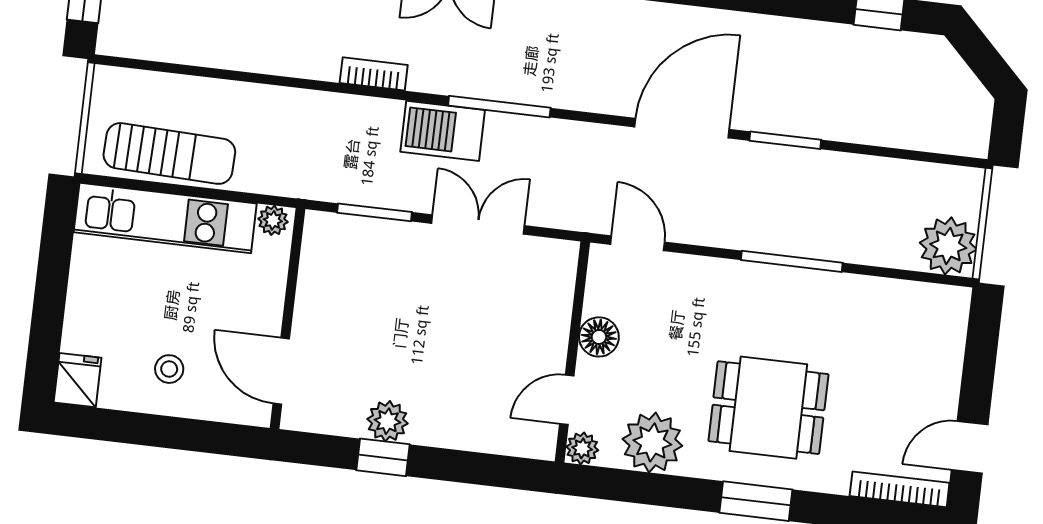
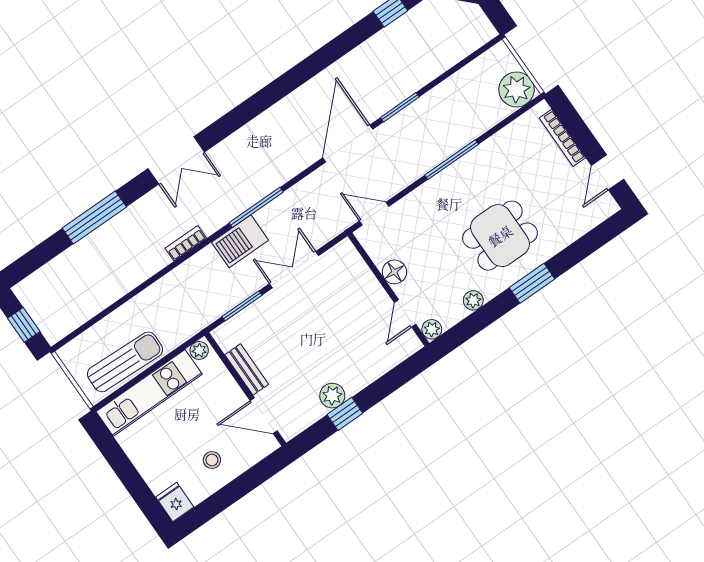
bench: (311, 296) -> (247, 370), added
plant: (652, 442) -> (473, 300), width x0.53, depth x0.53
bookcase: (900, 489) -> (562, 138), moved, turned -90

